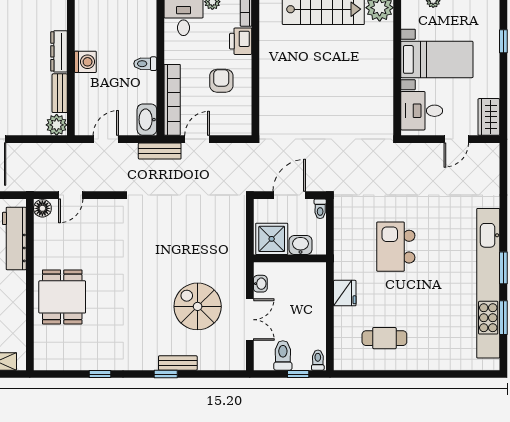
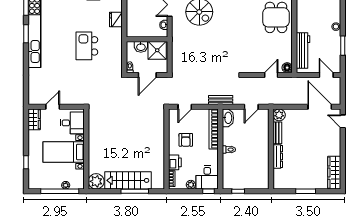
washing machine: (85, 62) -> (263, 151), removed
door: (197, 139) -> (185, 107), moved
kitchen island: (396, 247) -> (87, 46), turned 180

